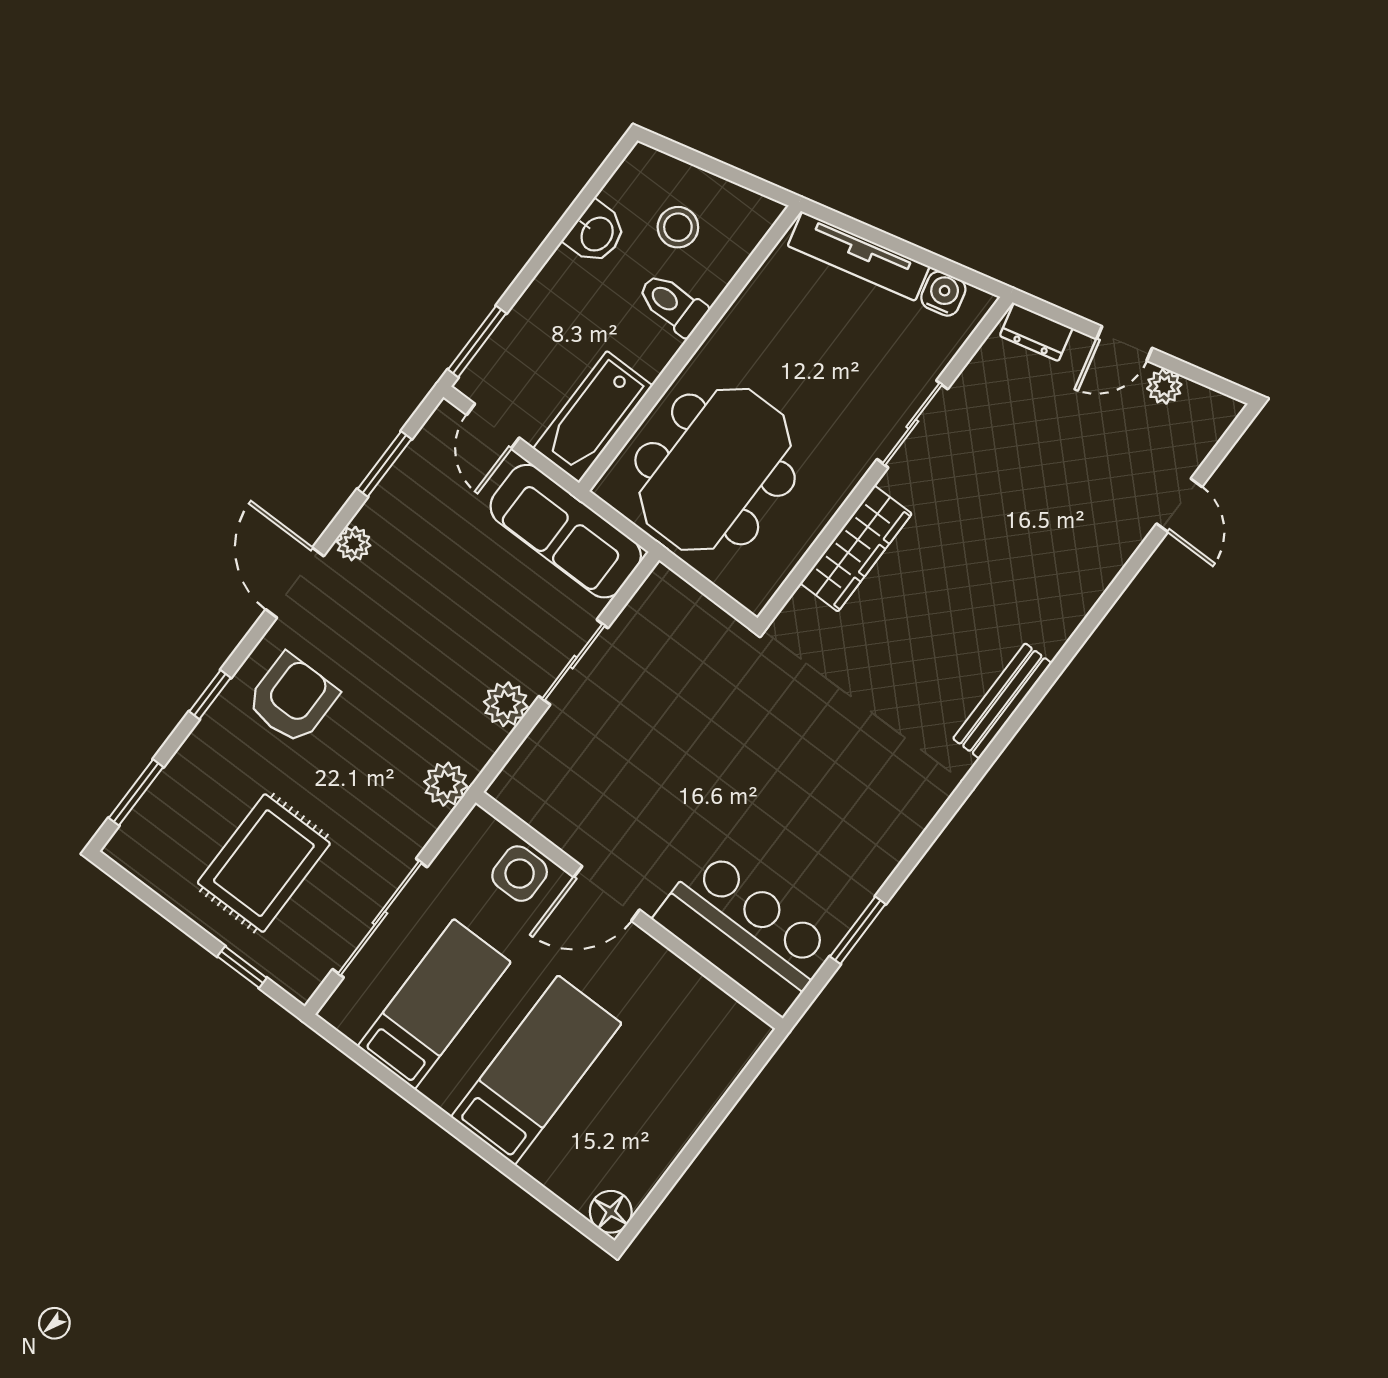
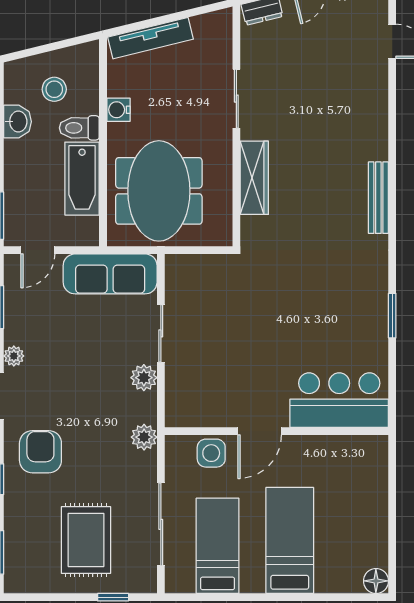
water cooler: (943, 294) -> (118, 110), moved, turned -76
bathtub: (593, 417) -> (82, 179), moved
door: (493, 426) -> (38, 250), hinge flipped
window: (858, 930) -> (392, 316), moved

